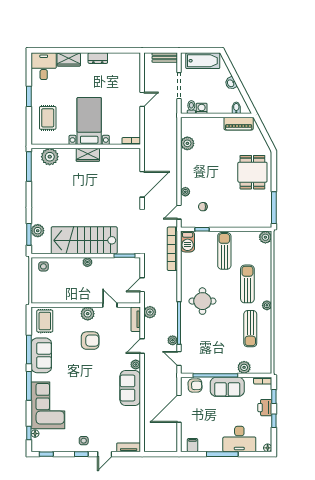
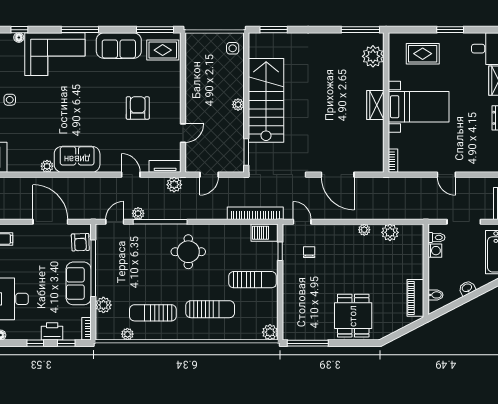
dining table: (252, 172) -> (353, 316), turned 90
plant: (185, 192) -> (364, 230), moved
plant: (38, 231) -> (278, 41), removed
door: (142, 285) -> (209, 175), swing flipped
plant: (267, 305) -> (127, 334), moved
plant: (88, 314) -> (172, 105), removed
armchair: (90, 341) -> (138, 108), turned 180
window: (29, 349) -> (155, 30), moved
plant: (136, 365) -> (47, 166), moved

